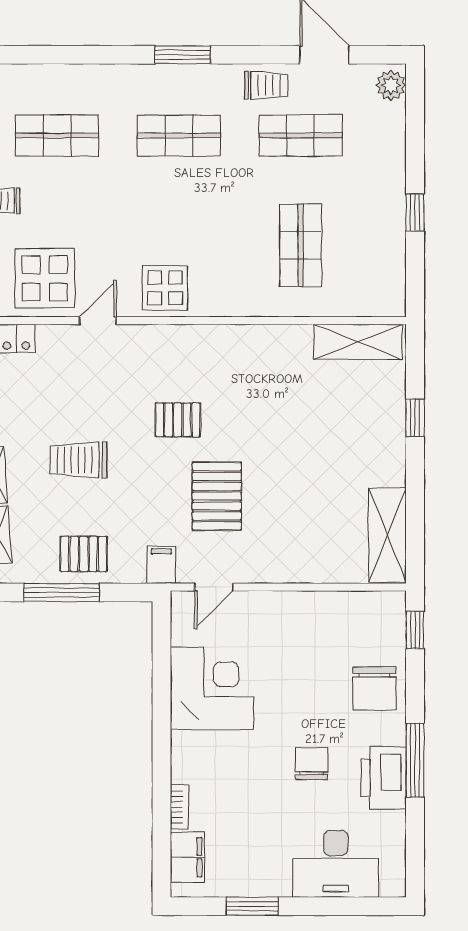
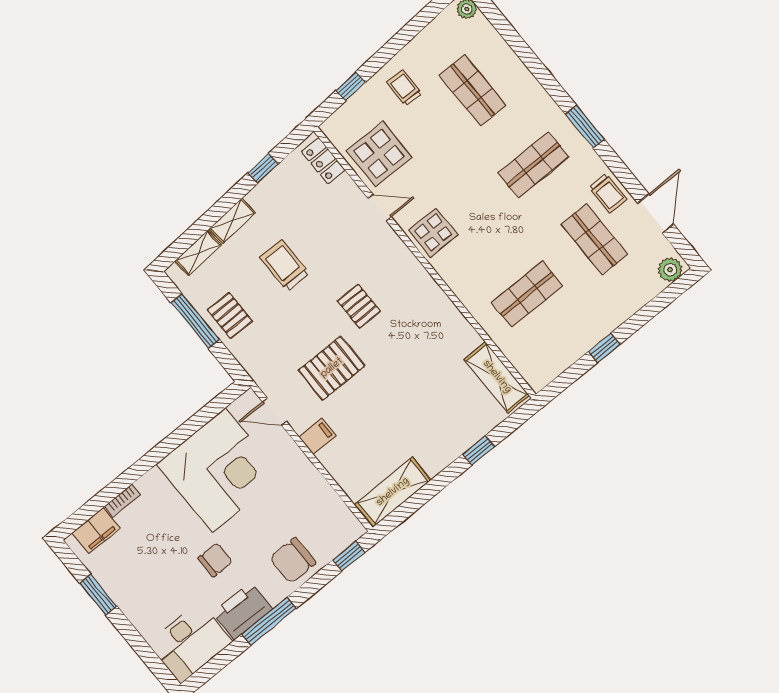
shop shelf: (179, 135) -> (533, 165), turned 90
filing cabinet: (161, 565) -> (317, 436), moved
corner desk: (212, 688) -> (219, 470), width x1.36, depth x1.36
desk: (336, 864) -> (190, 642), moved, turned -90

